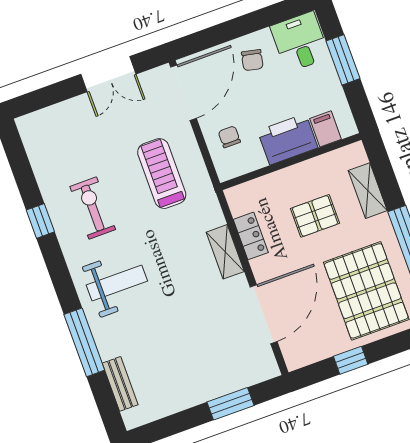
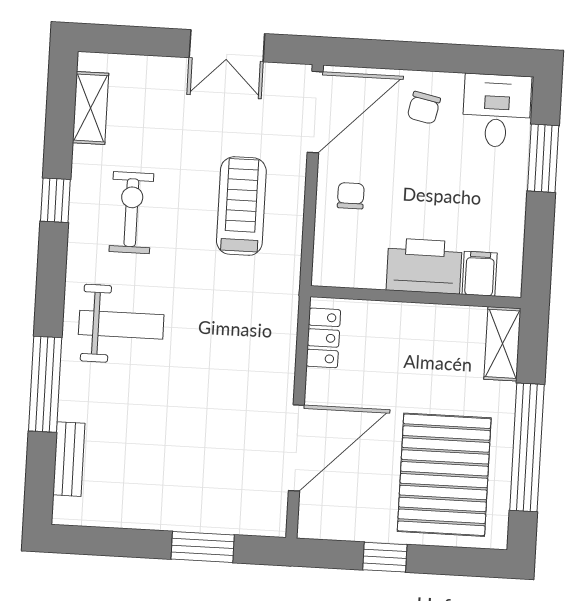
filing cabinet: (326, 129) -> (480, 274), moved
printer: (288, 139) -> (424, 266), moved
wall: (291, 162) -> (416, 297), moved
pallet: (315, 216) -> (419, 348), removed
shelving: (225, 252) -> (91, 108), moved

